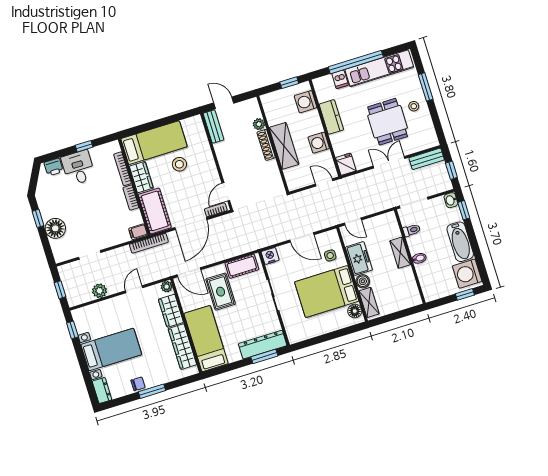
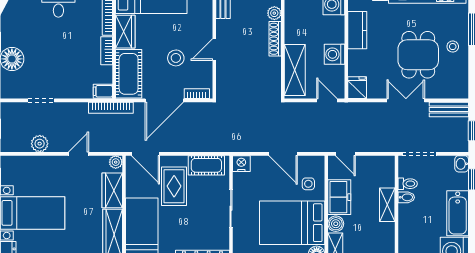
shelving: (284, 146) -> (295, 70), moved
stool: (179, 164) -> (176, 58), moved
door: (226, 192) -> (214, 50), moved
bidet: (419, 258) -> (406, 197), moved

